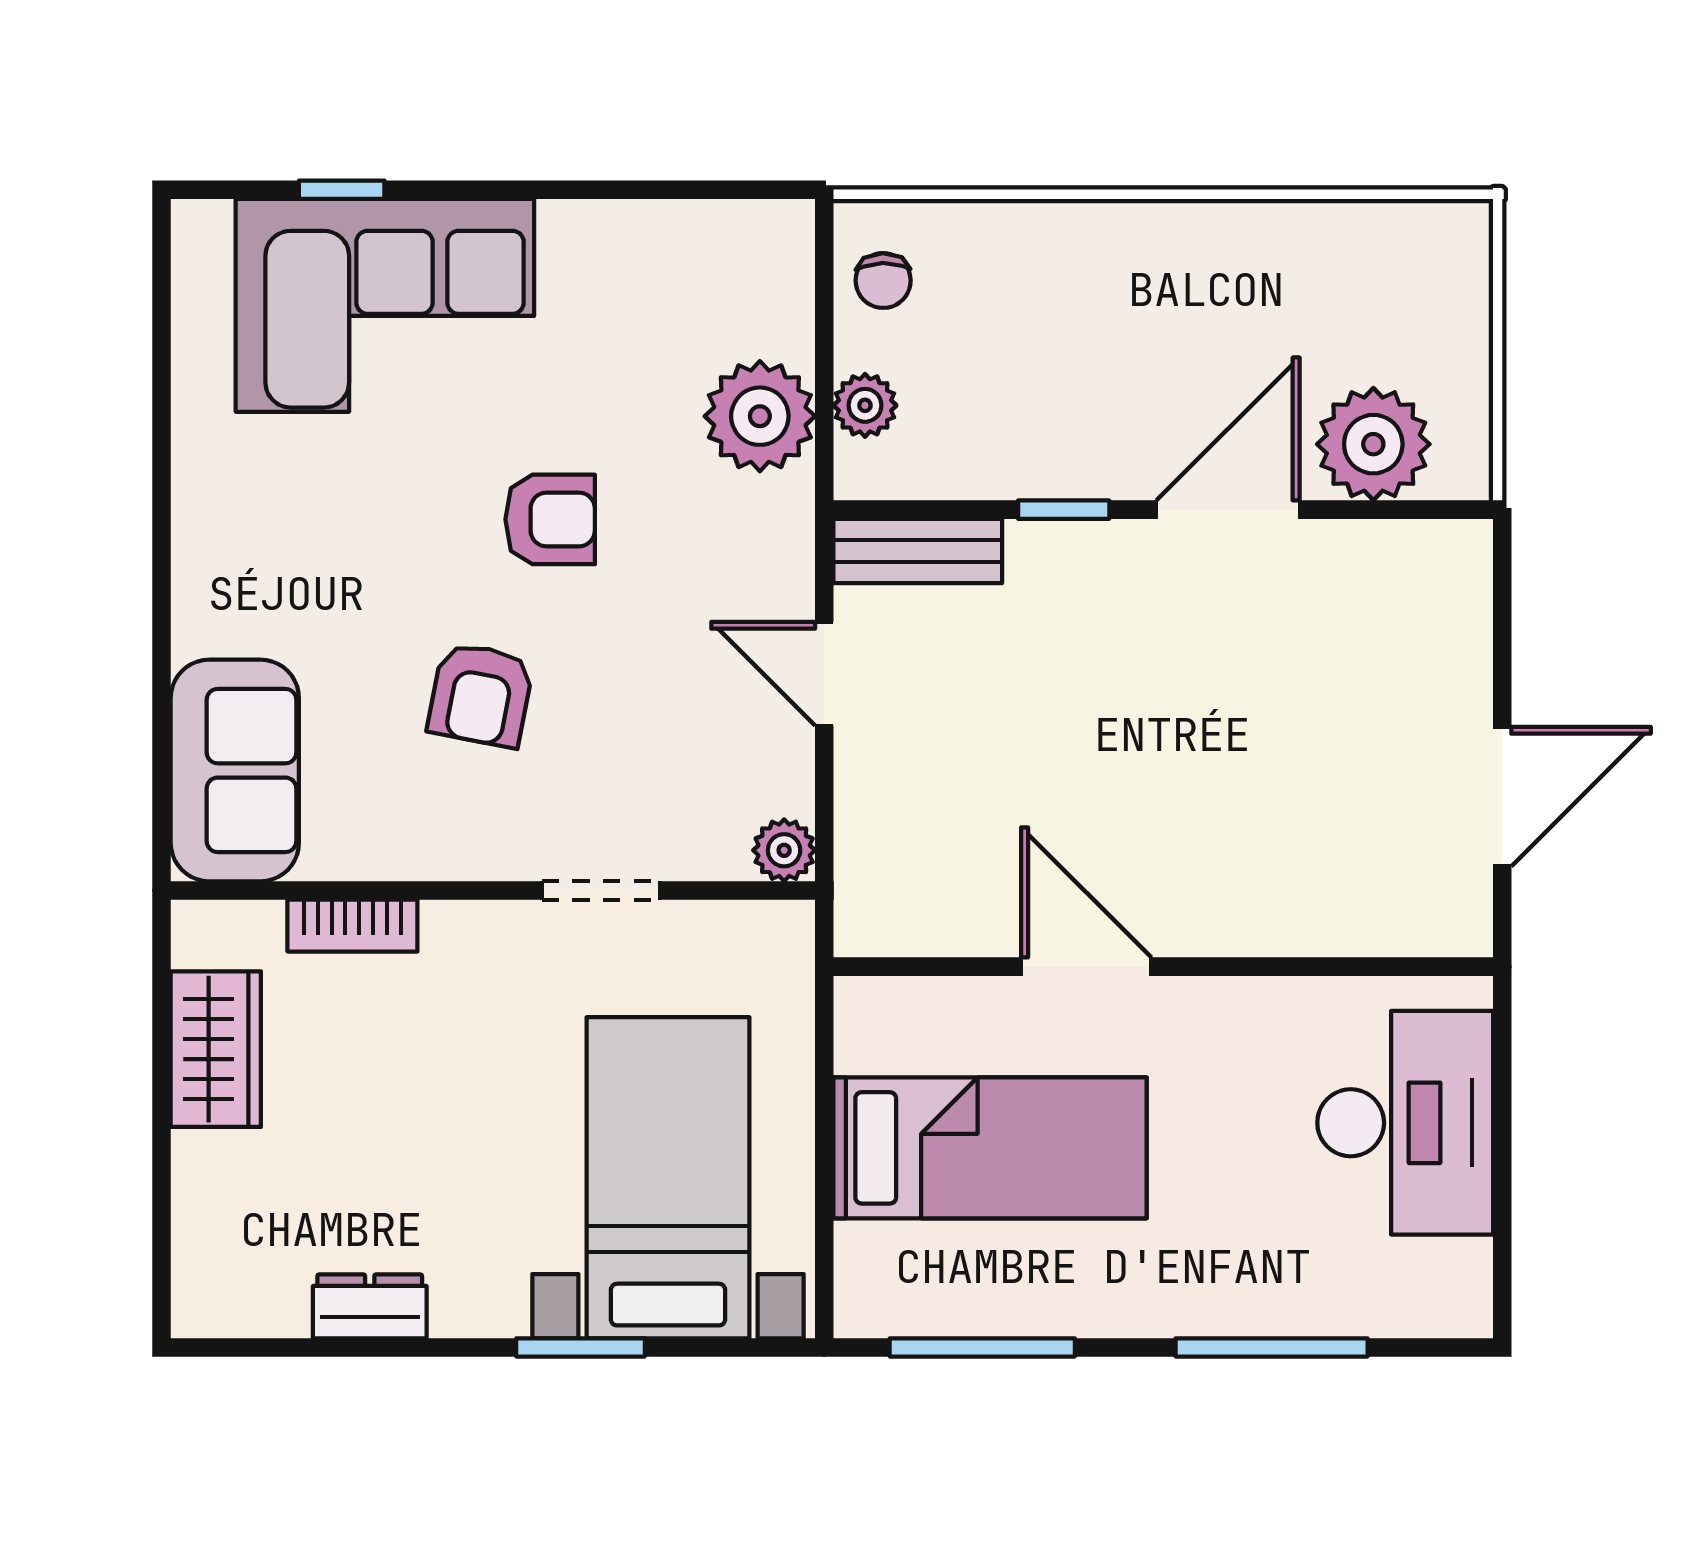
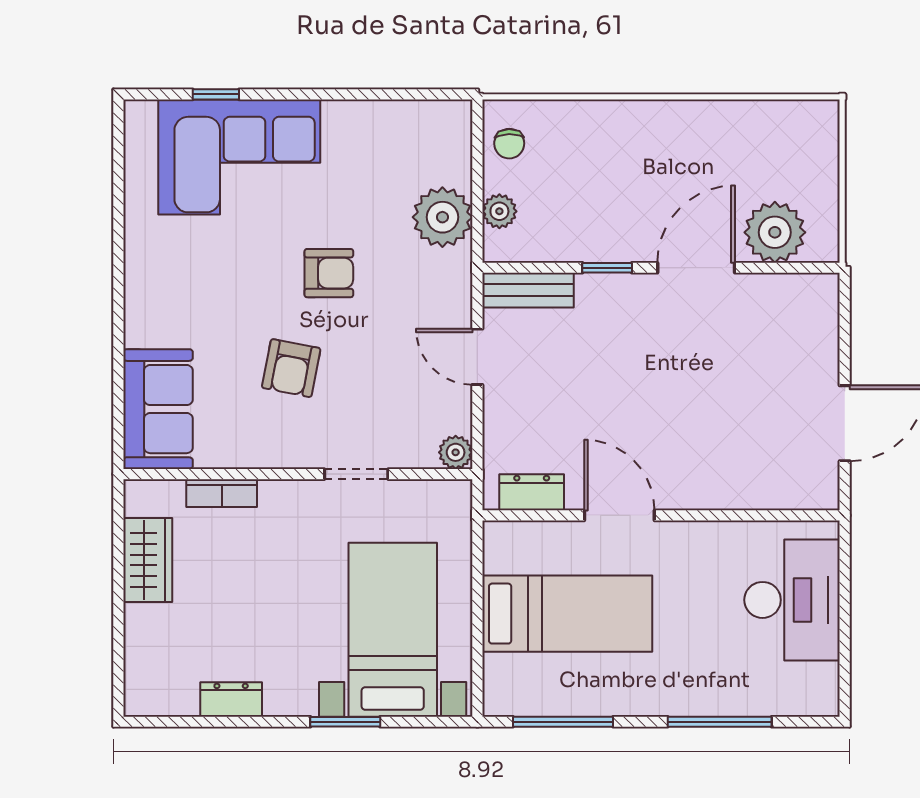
dresser: (925, 924) -> (532, 492), added

